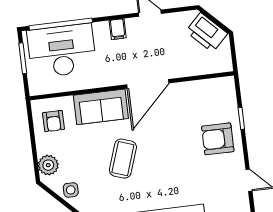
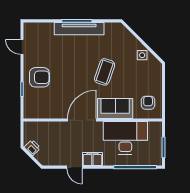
filing cabinet: (118, 29) -> (92, 159), width x2.00
printer: (207, 32) -> (32, 148), width x0.53, depth x0.68
desk: (62, 51) -> (125, 138), moved, turned 180
plant: (48, 165) -> (155, 74), removed

